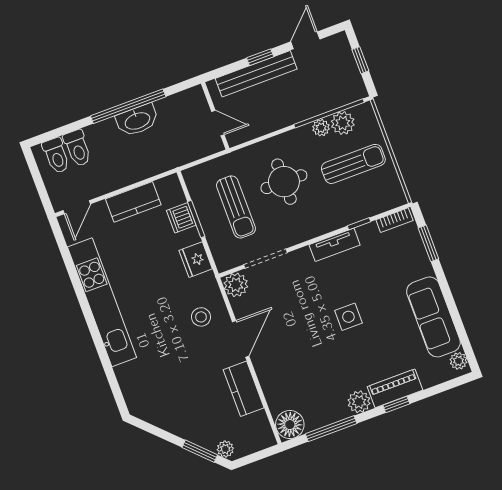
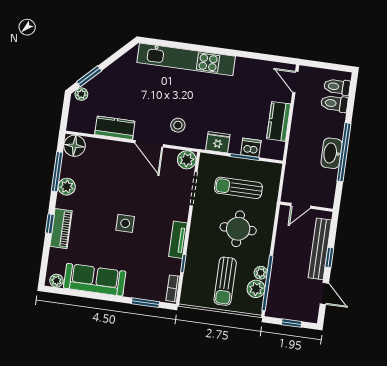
kitchen unit: (102, 302) -> (186, 59), moved
plant: (359, 402) -> (67, 187), moved

